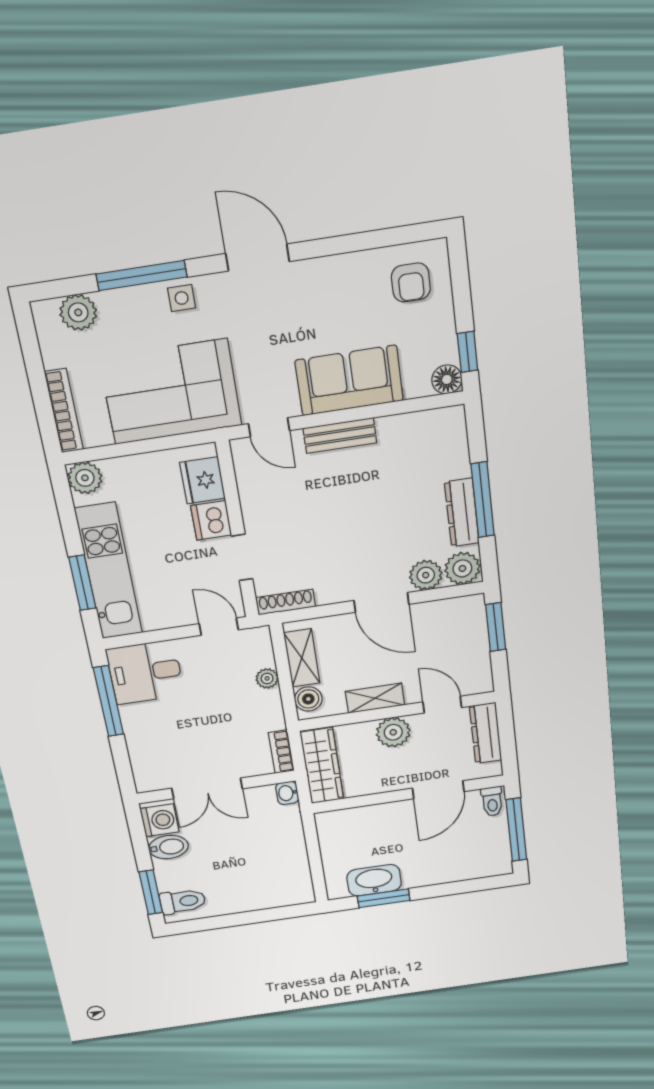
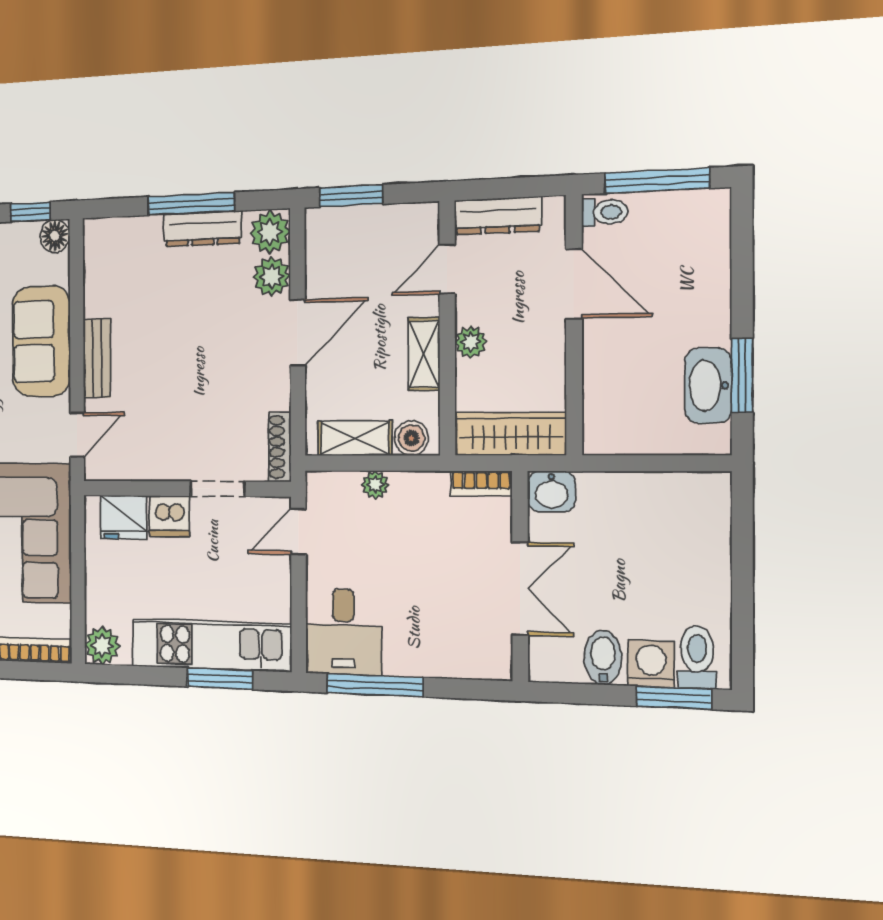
plant: (393, 732) -> (471, 342), width x0.73, depth x0.73
washbasin: (287, 793) -> (551, 491), width x1.38, depth x1.45
washing machine: (160, 820) -> (651, 664), moved

